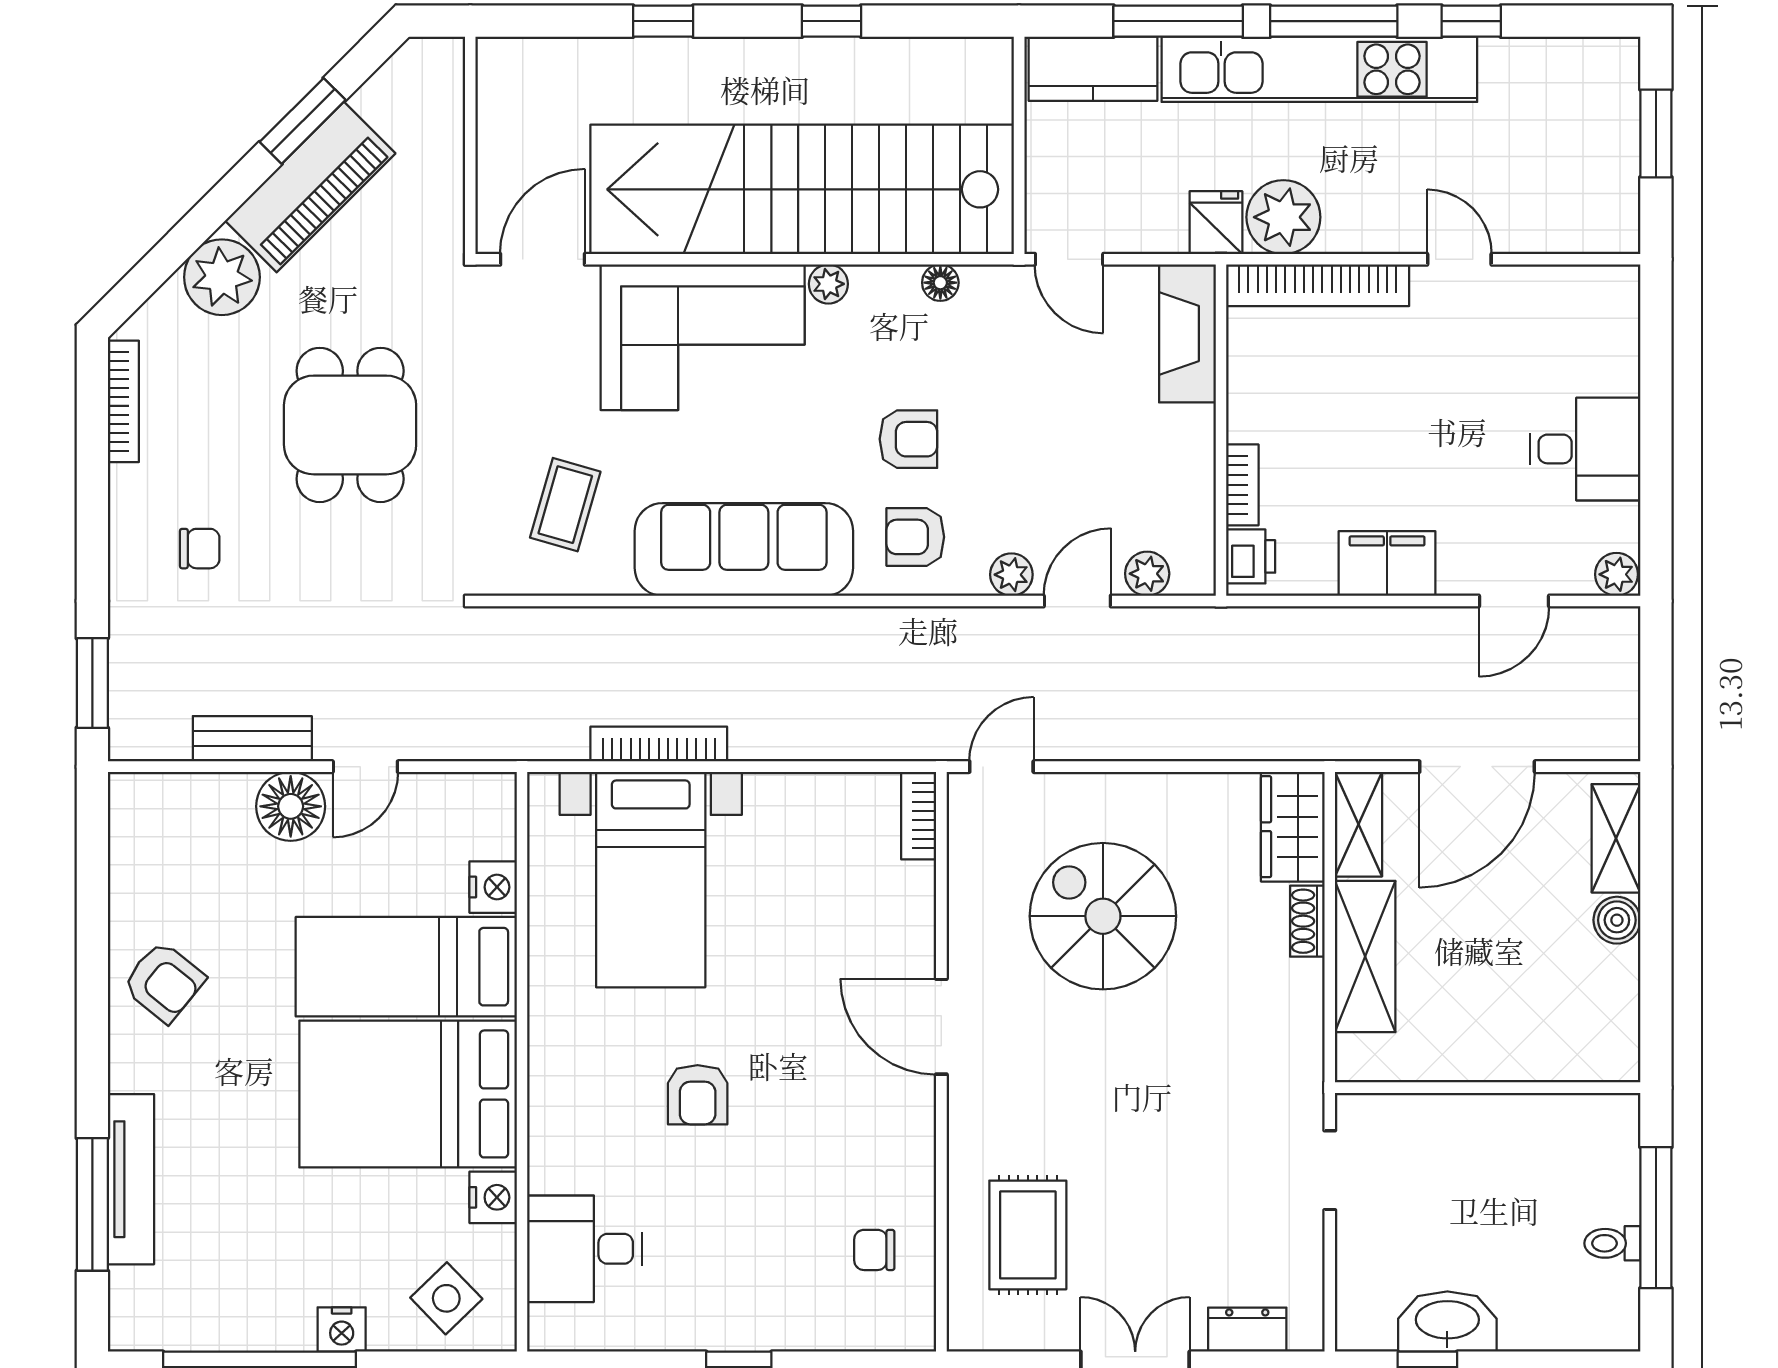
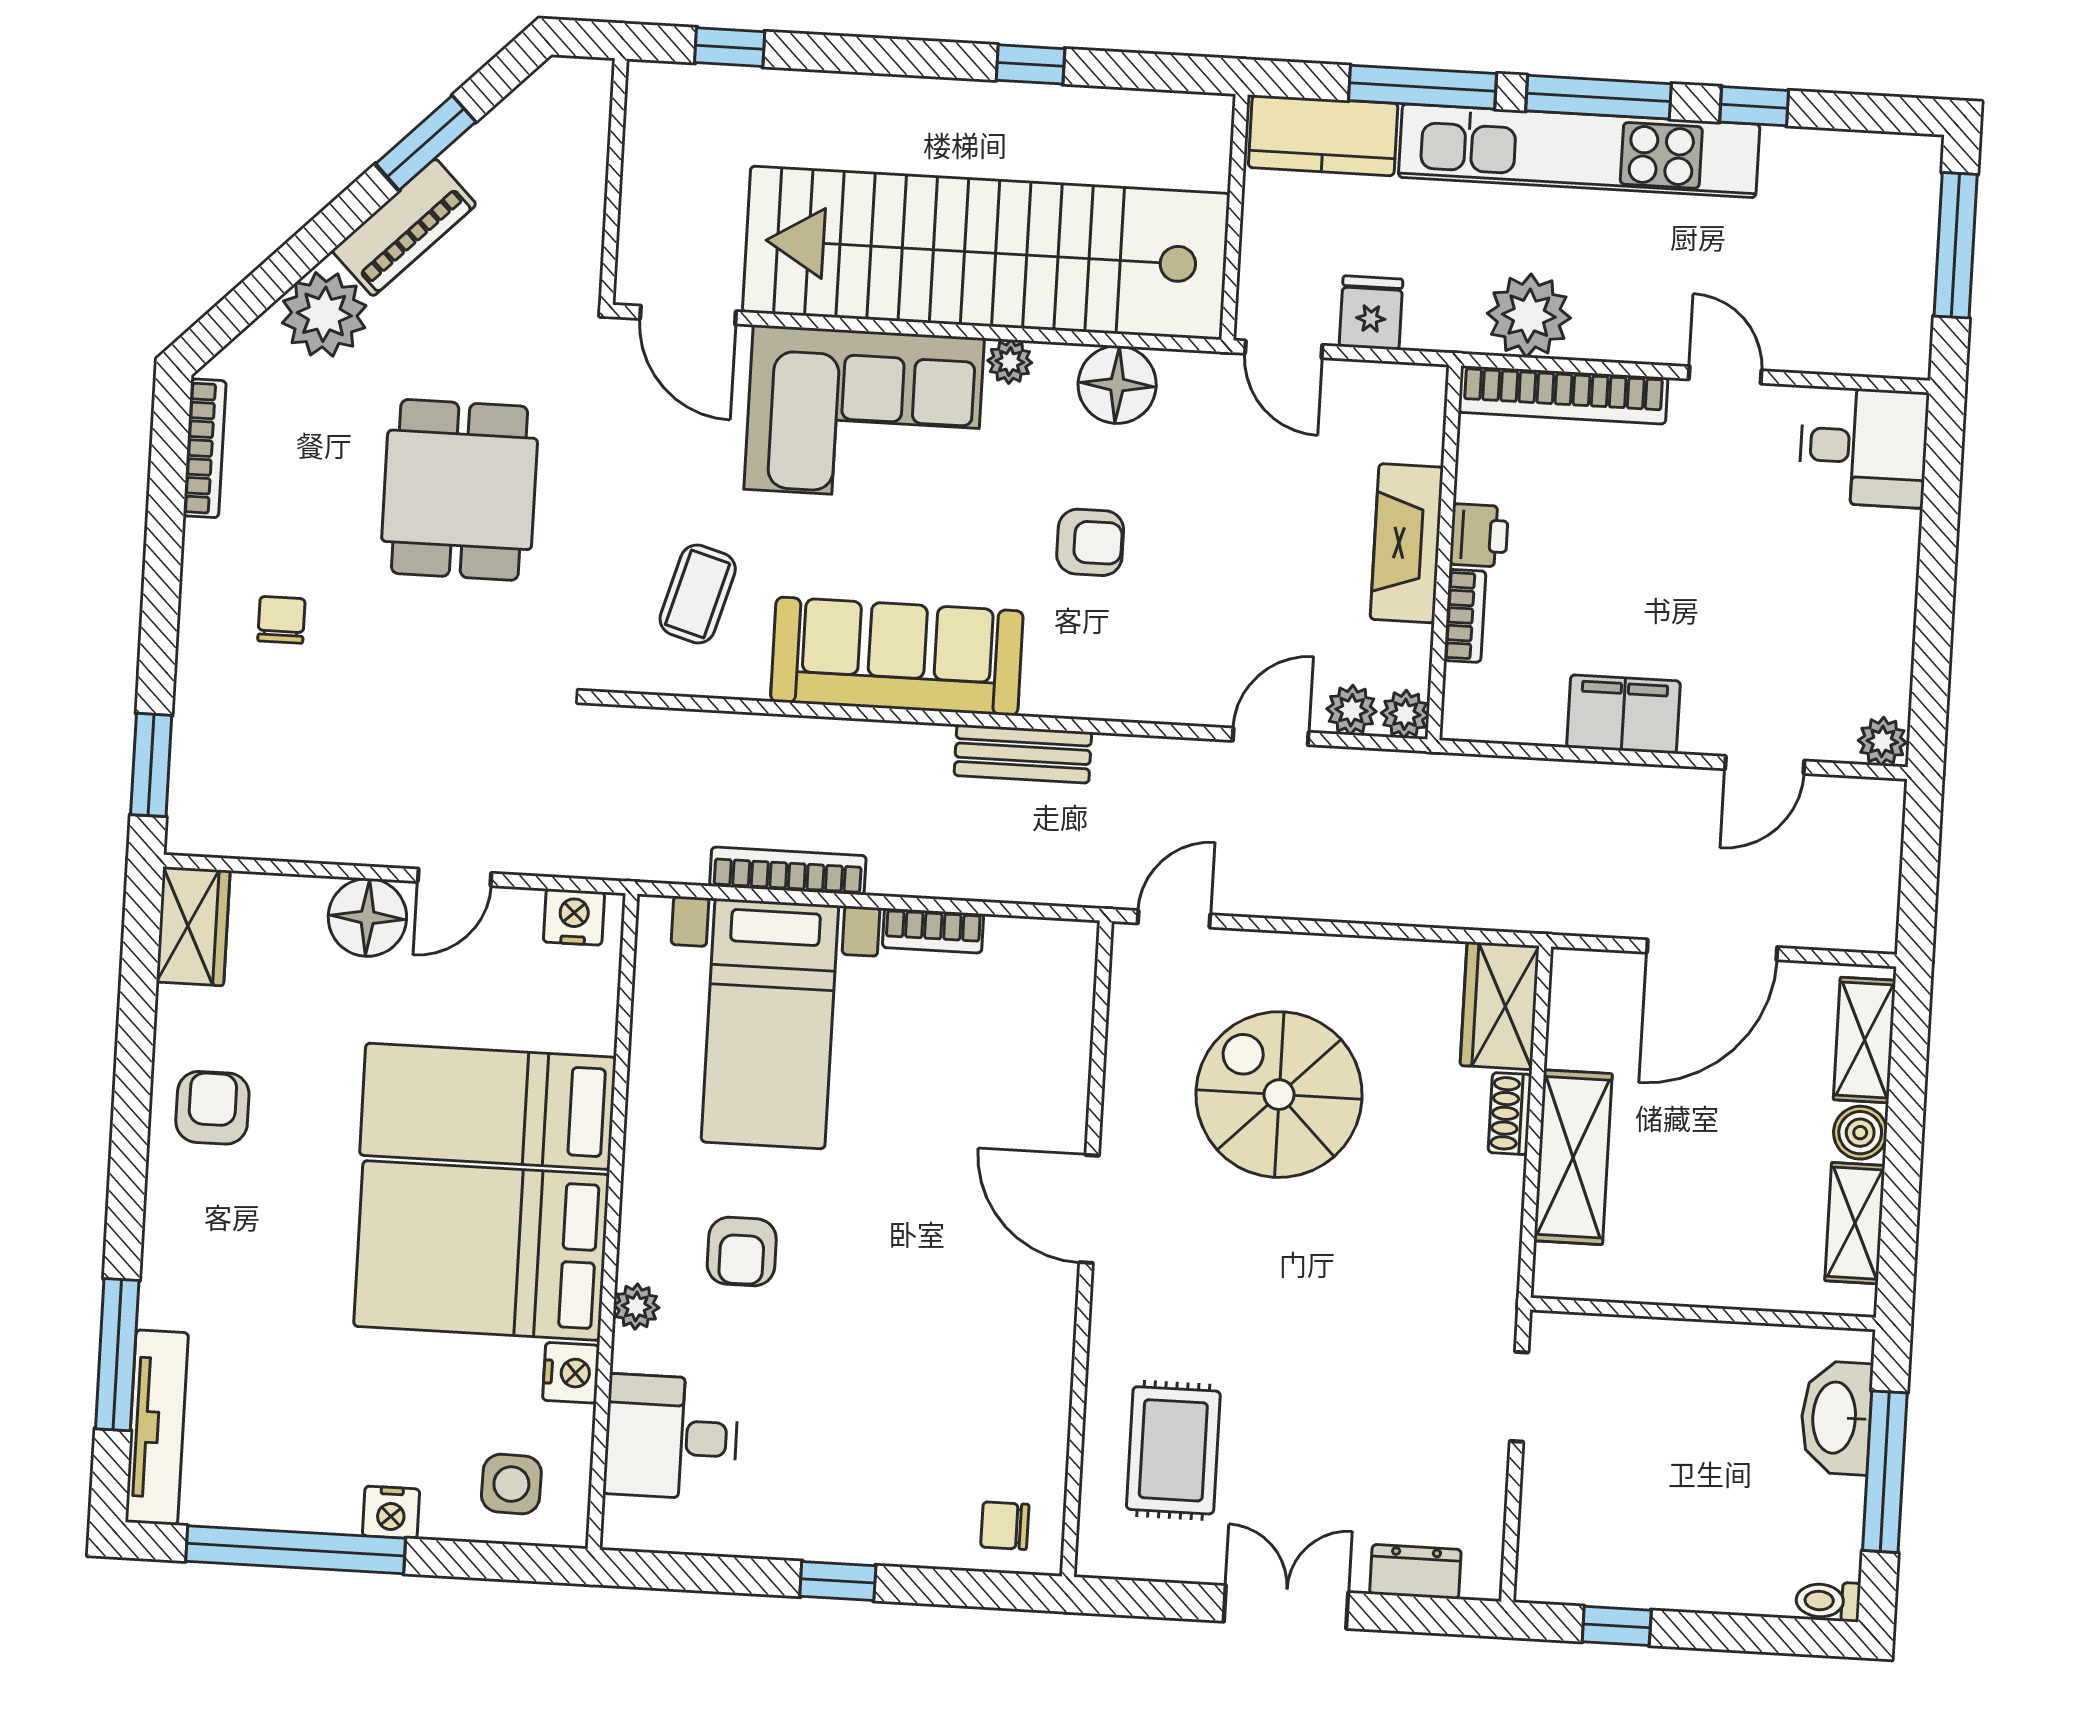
window: (663, 21) -> (730, 47), moved
window: (1656, 133) -> (1956, 245), width x1.44
piano: (310, 187) -> (404, 227), width x0.73, depth x0.75
fridge: (1216, 223) -> (1371, 313), moved
door: (542, 259) -> (688, 315), swing flipped
floor lamp: (940, 283) -> (1117, 385), width x1.89, depth x1.89
fireplace: (1187, 333) -> (1407, 543), moved
desk: (1585, 449) -> (1864, 447), moved
armchair: (915, 537) -> (1092, 653), removed
chair: (200, 549) -> (281, 620), turned -90
printer: (1251, 556) -> (1479, 535), moved
plant: (1011, 575) -> (1405, 714), moved
bench: (252, 739) -> (1023, 754), moved
bookcase: (919, 816) -> (933, 931), moved, turned -90
wardrobe: (138, 823) -> (193, 926), added
shelving: (1358, 824) -> (1855, 1223), moved
nightstand: (493, 887) -> (574, 917), moved, turned -90
armchair: (164, 982) -> (212, 1108), turned -129
armchair: (698, 1095) -> (742, 1252), moved
plant: (547, 1136) -> (636, 1307), added
tv unit: (131, 1179) -> (157, 1428), moved
toilet: (1612, 1243) -> (1828, 1601), moved
chair: (874, 1250) -> (1005, 1526), moved
side table: (446, 1298) -> (511, 1484), turned 45
washbasin: (1447, 1322) -> (1836, 1418), moved, turned -90

